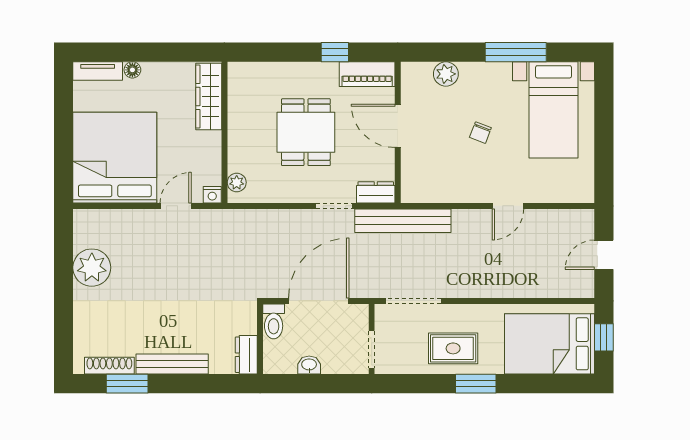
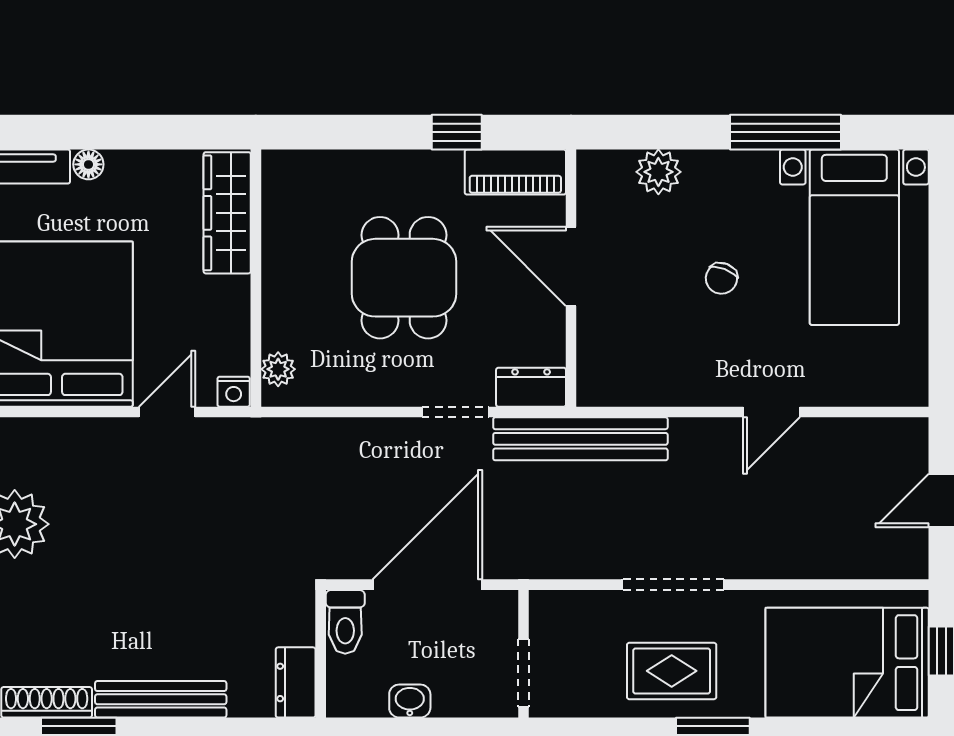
doorway: (413, 301) -> (673, 585), moved

